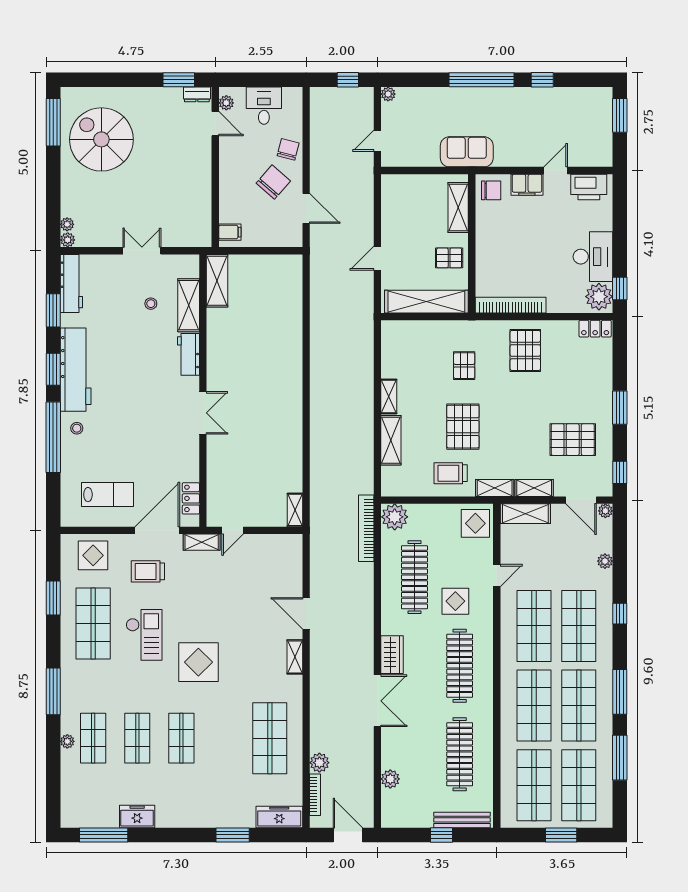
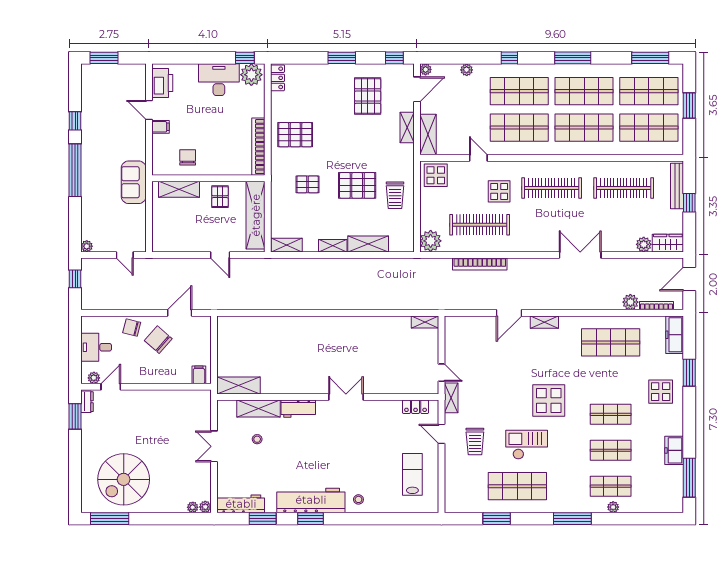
filing cabinet: (527, 185) -> (160, 127), width x0.50
chair: (491, 190) -> (188, 157), moved
window: (53, 437) -> (366, 519), removed
shelving: (495, 488) -> (287, 245), moved, turned 90
bookcase: (366, 528) -> (480, 264), moved
door: (157, 530) -> (442, 434), width x0.53
display table: (93, 555) -> (661, 392), moved
wardrobe: (392, 655) -> (668, 243), moved
window: (620, 758) -> (650, 58), moved

